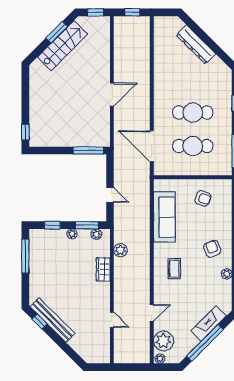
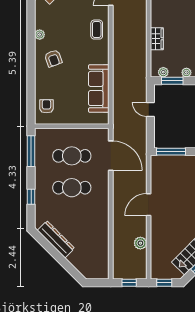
dresser: (196, 44) -> (56, 239), moved
armchair: (203, 198) -> (46, 106), moved, turned 72
plant: (120, 250) -> (140, 243), moved
coffee table: (174, 269) -> (97, 30), moved

